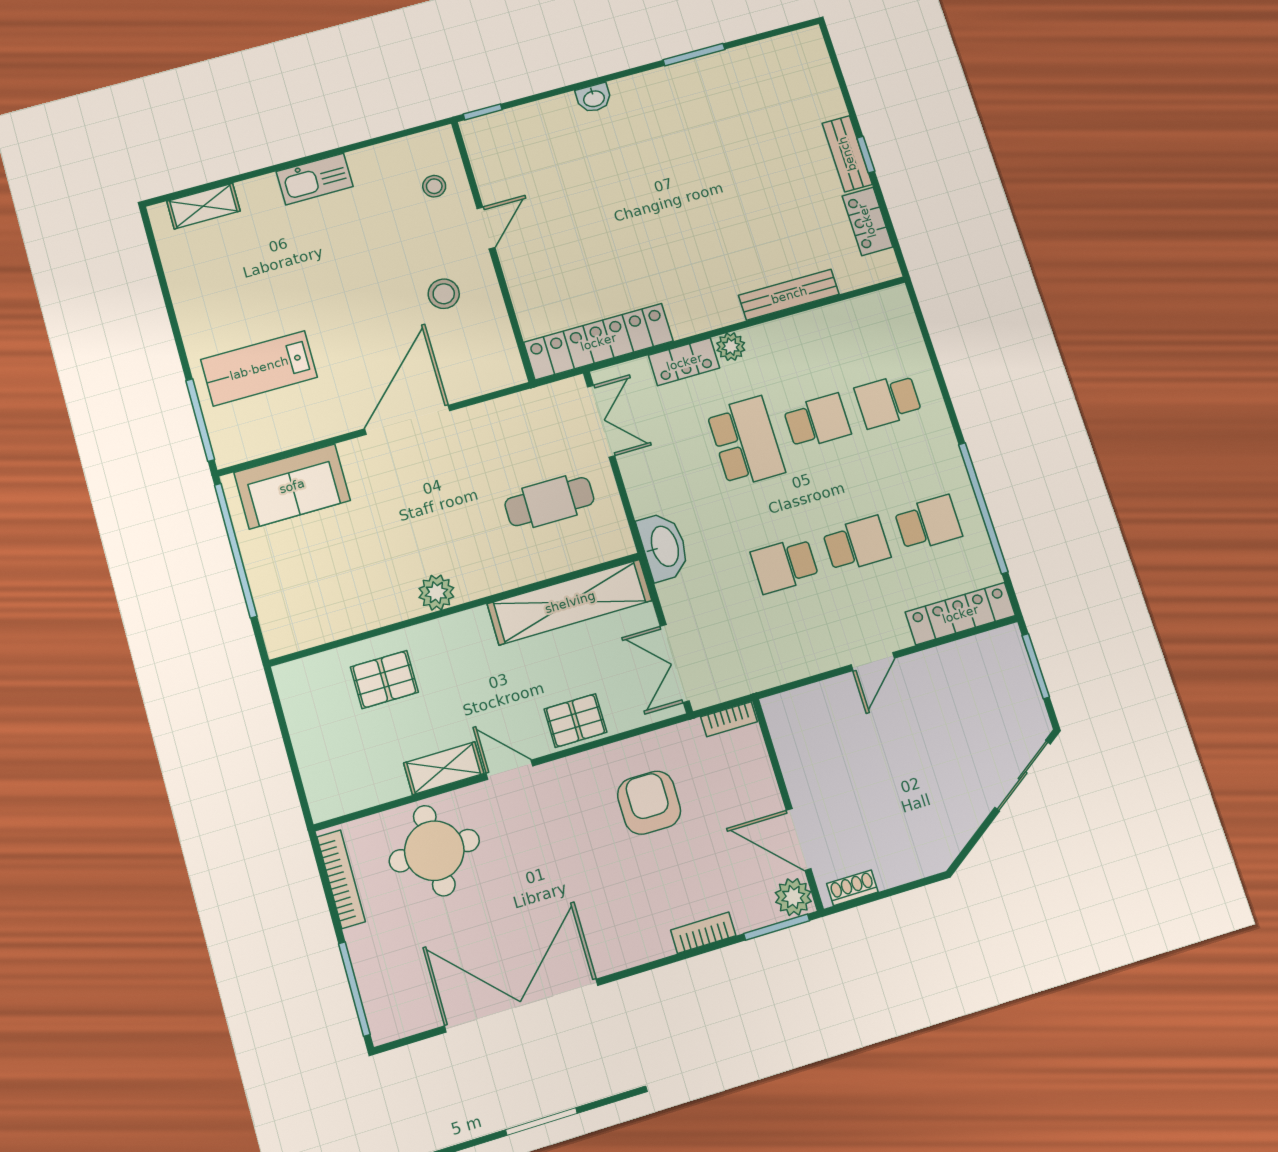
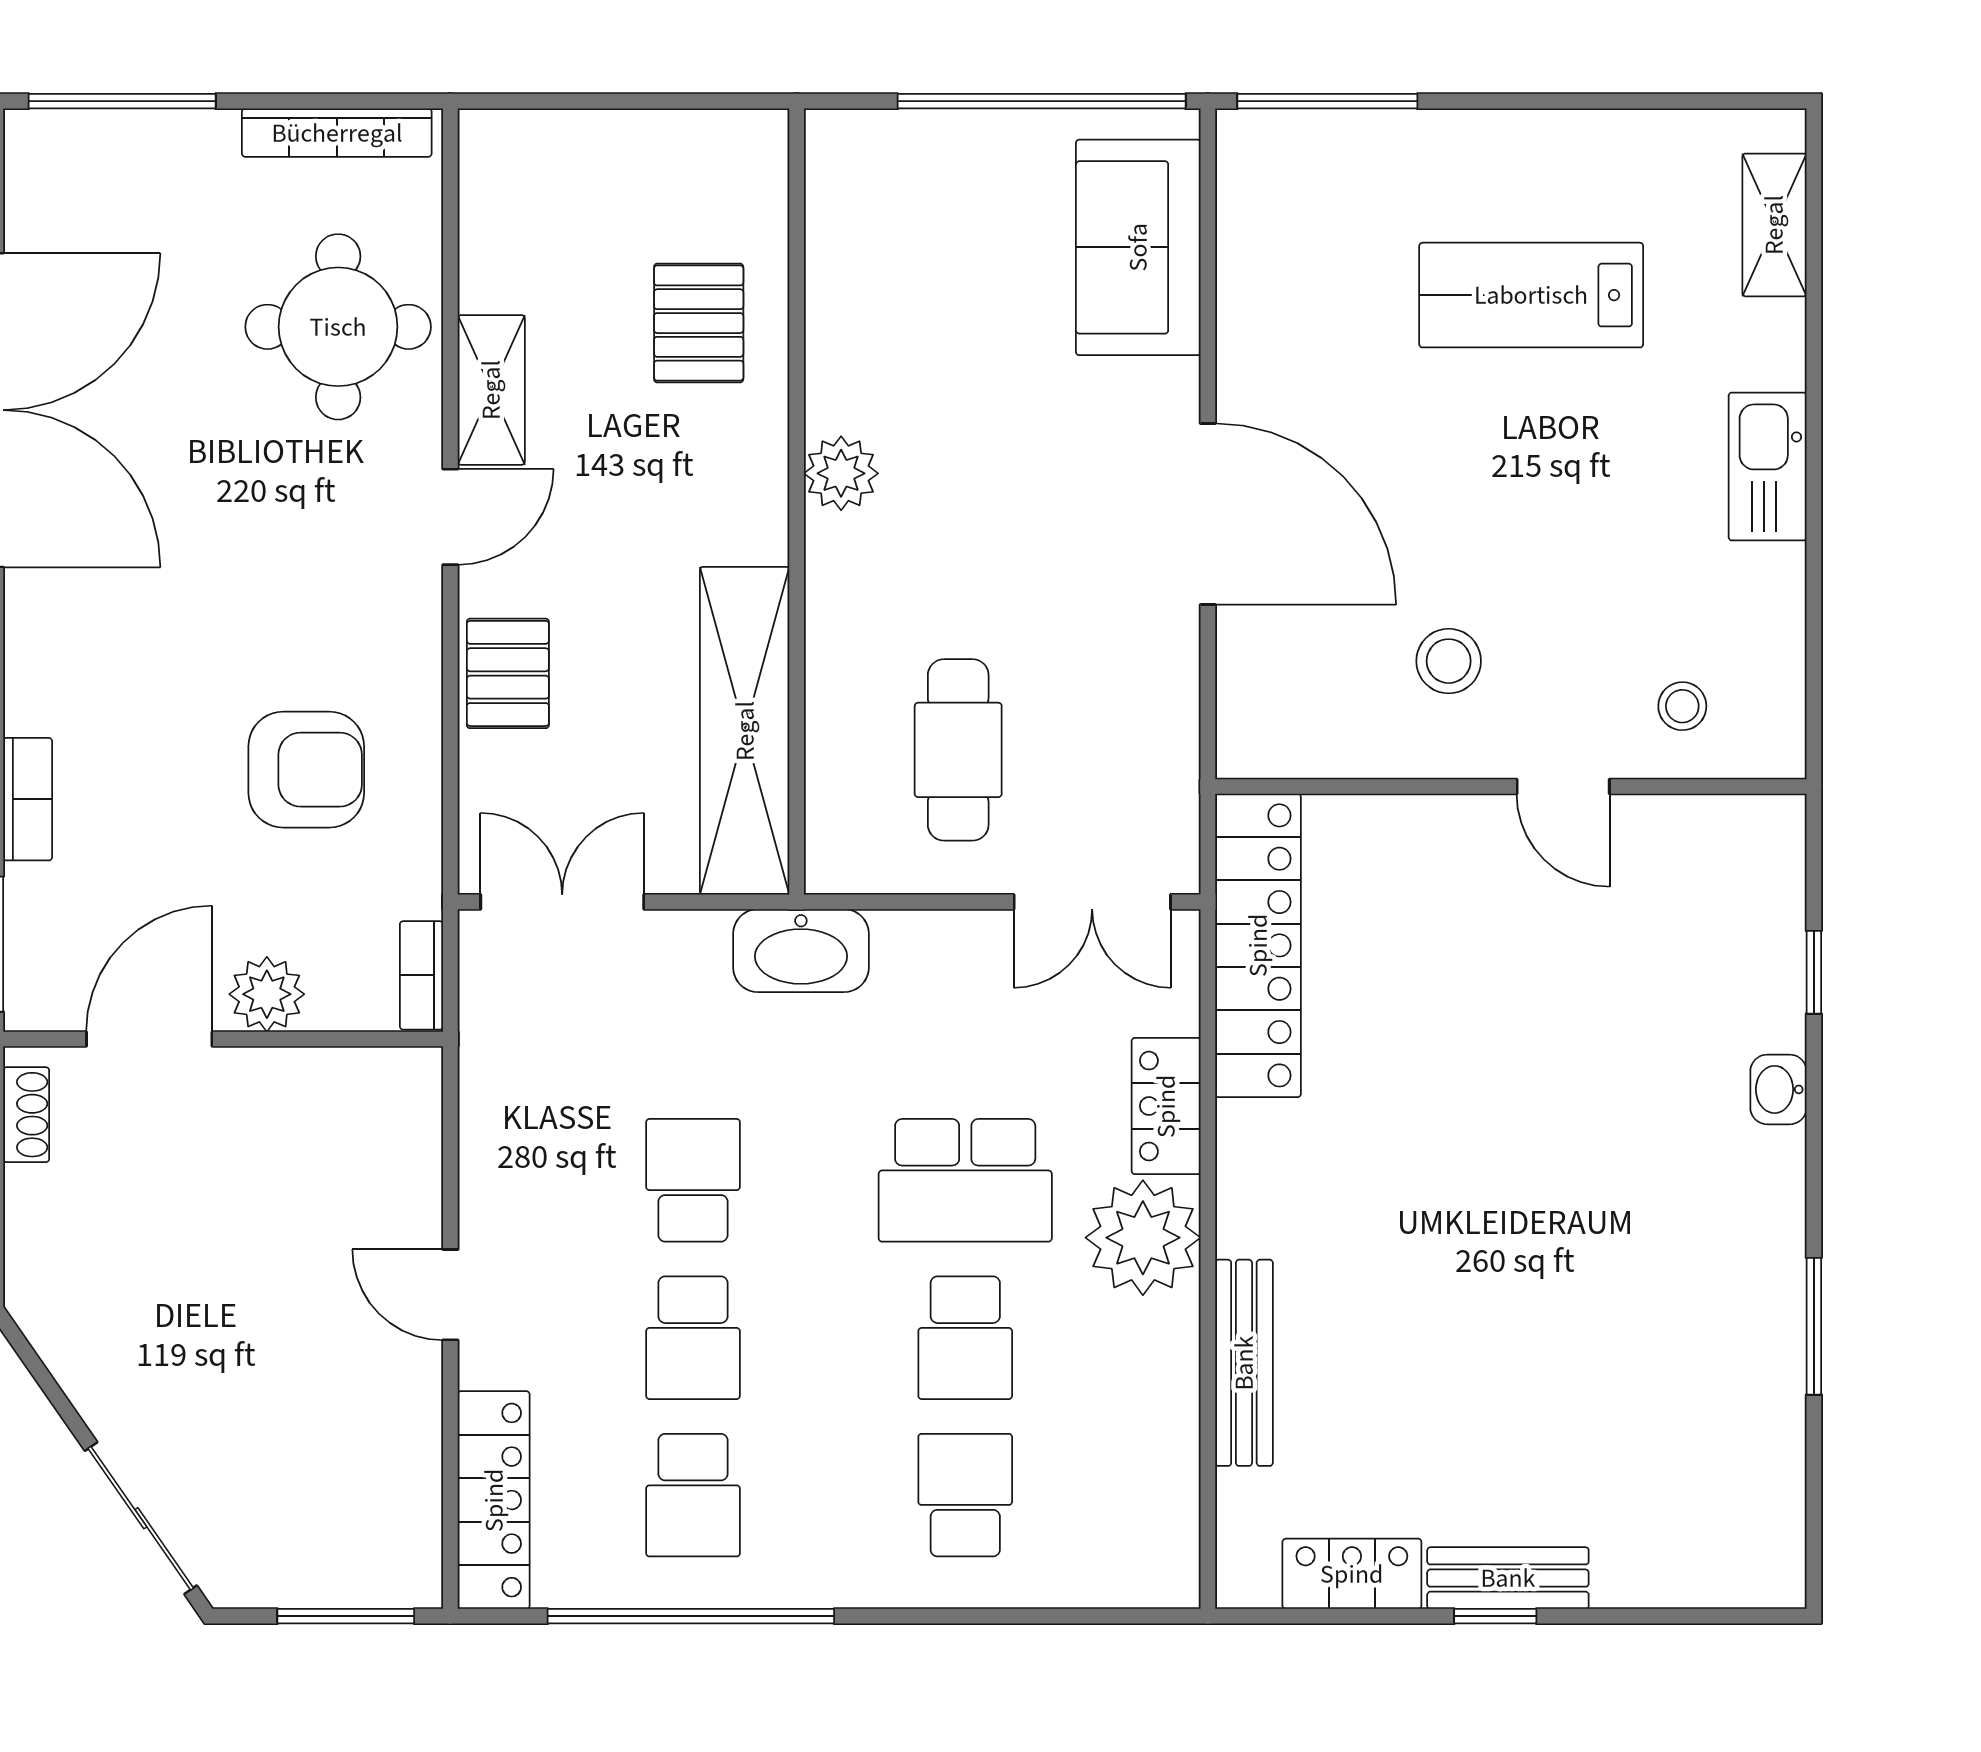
window: (483, 112) -> (1814, 972), moved
plant: (731, 347) -> (1143, 1238), width x1.88, depth x1.88
lab bench: (259, 368) -> (1531, 295), moved, turned -90
plant: (793, 897) -> (267, 994), moved

